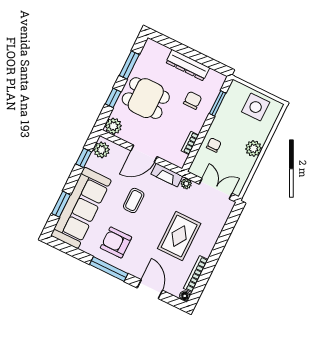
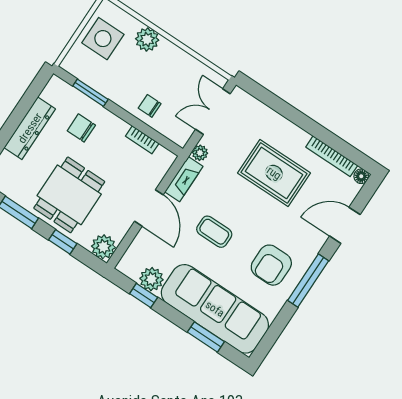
plant: (253, 148) -> (147, 39), moved
plant: (102, 150) -> (151, 279), moved

